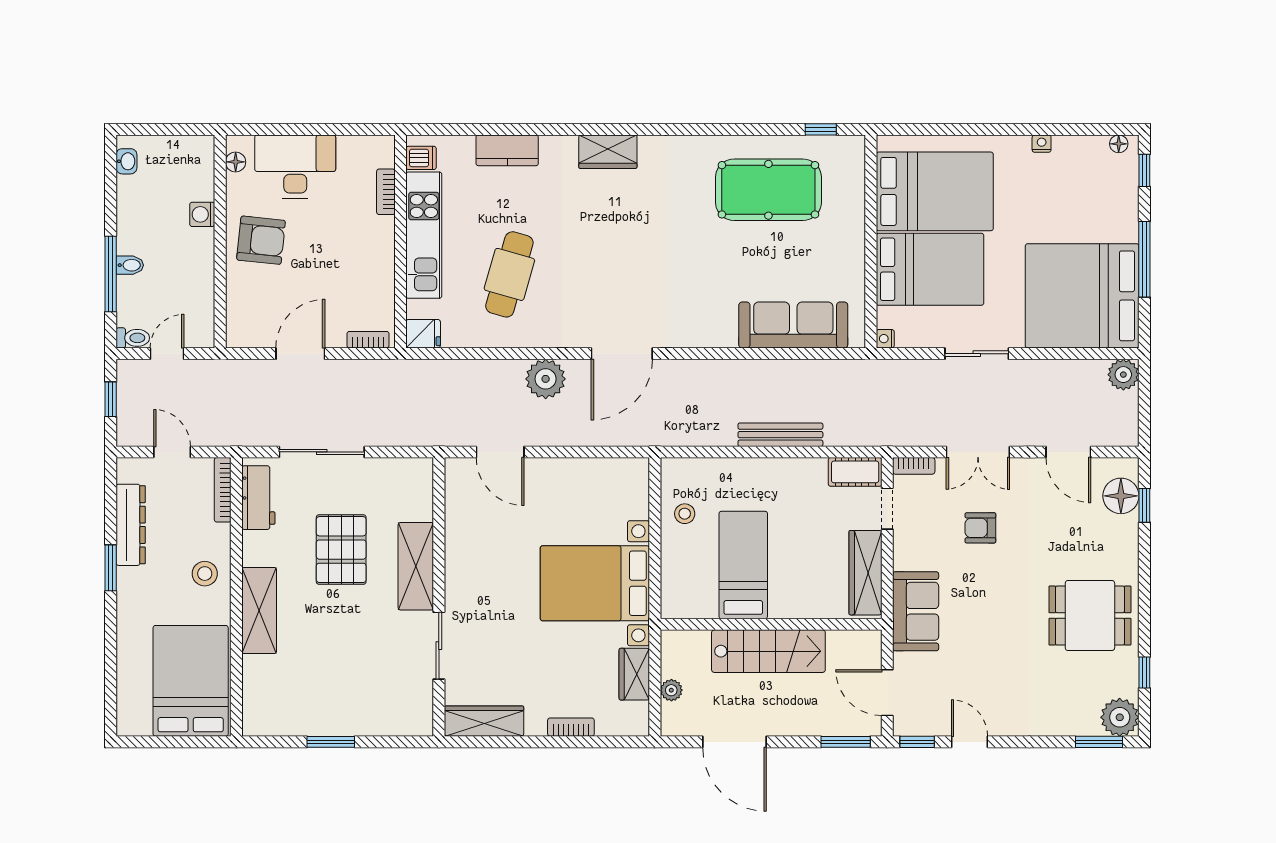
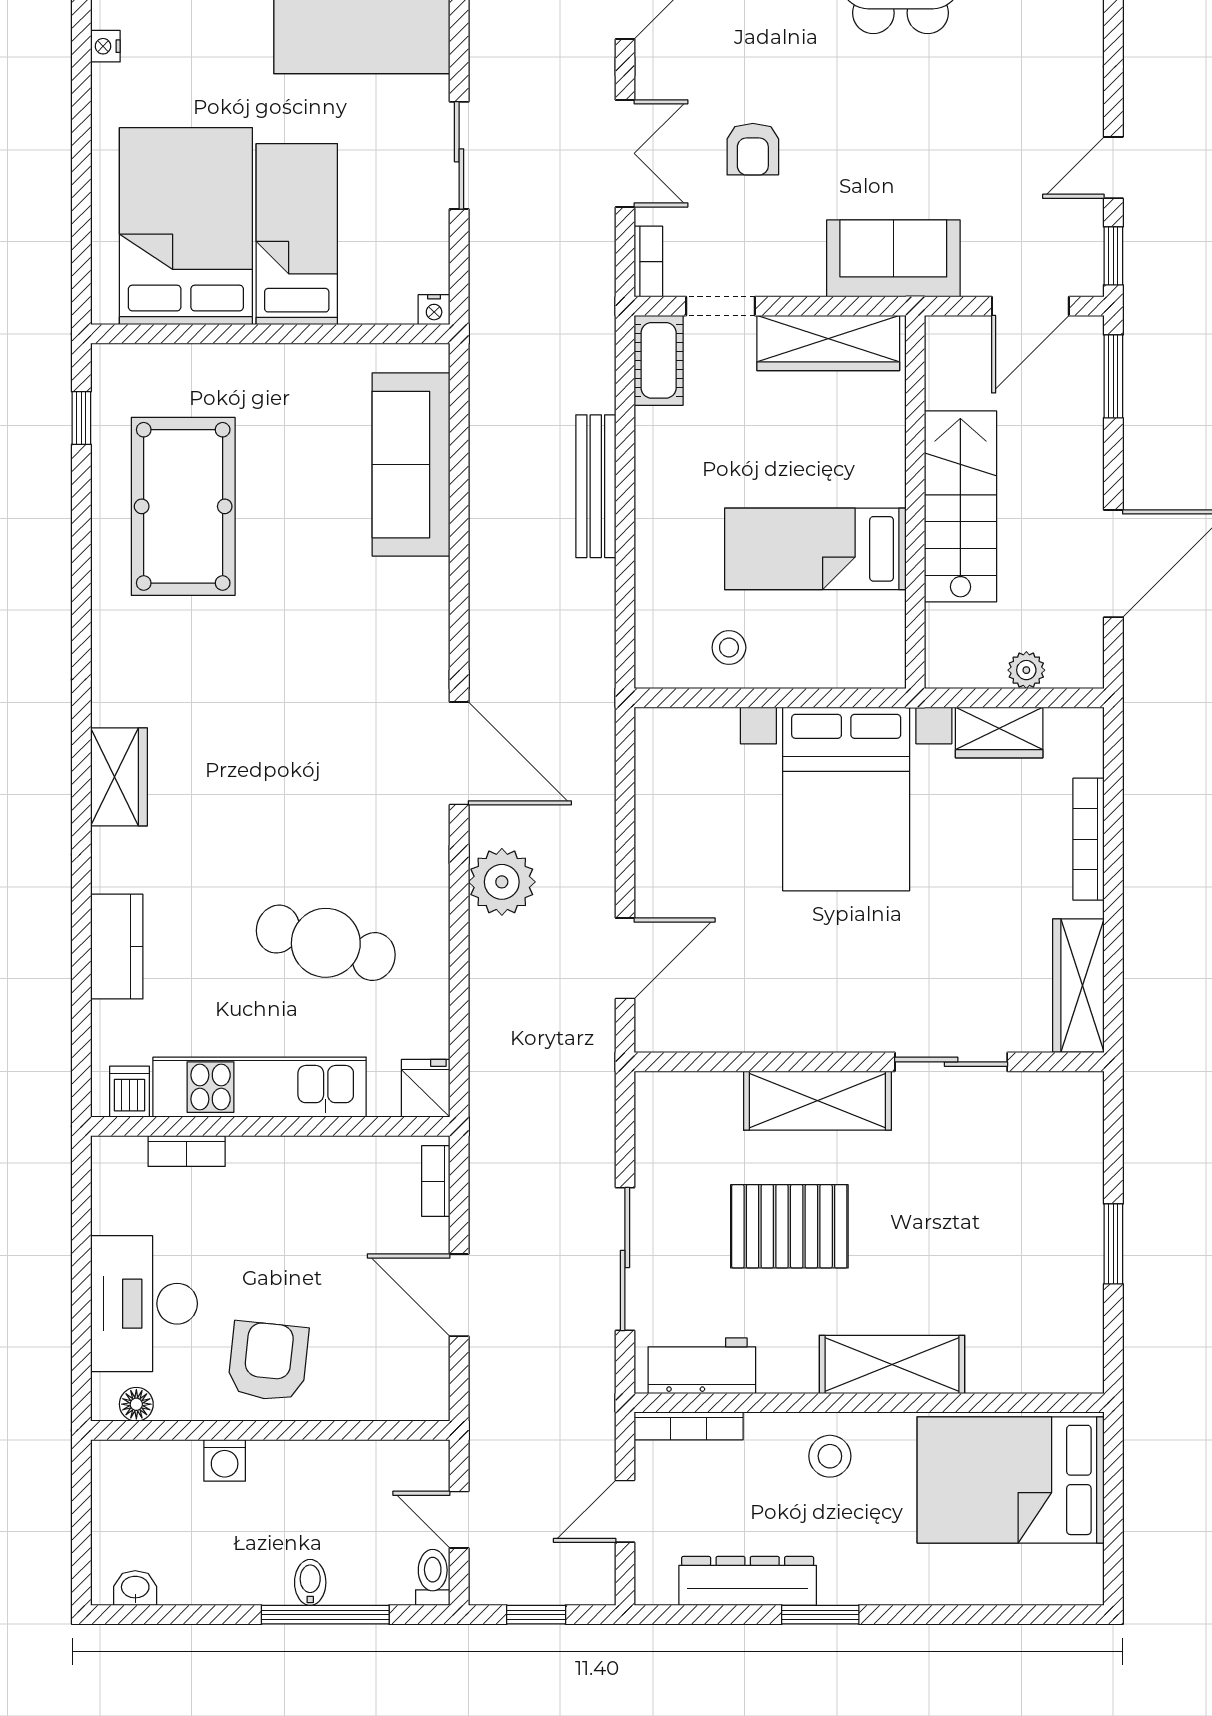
bed: (930, 269) -> (297, 234), width x0.67
bookcase: (571, 727) -> (1089, 839), width x1.56

